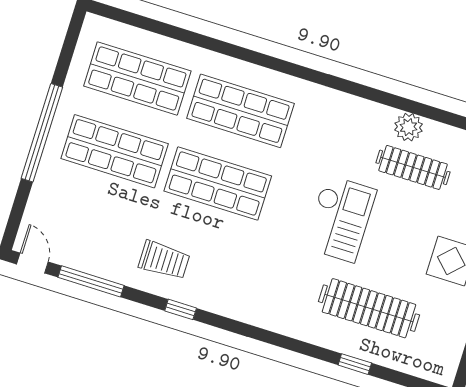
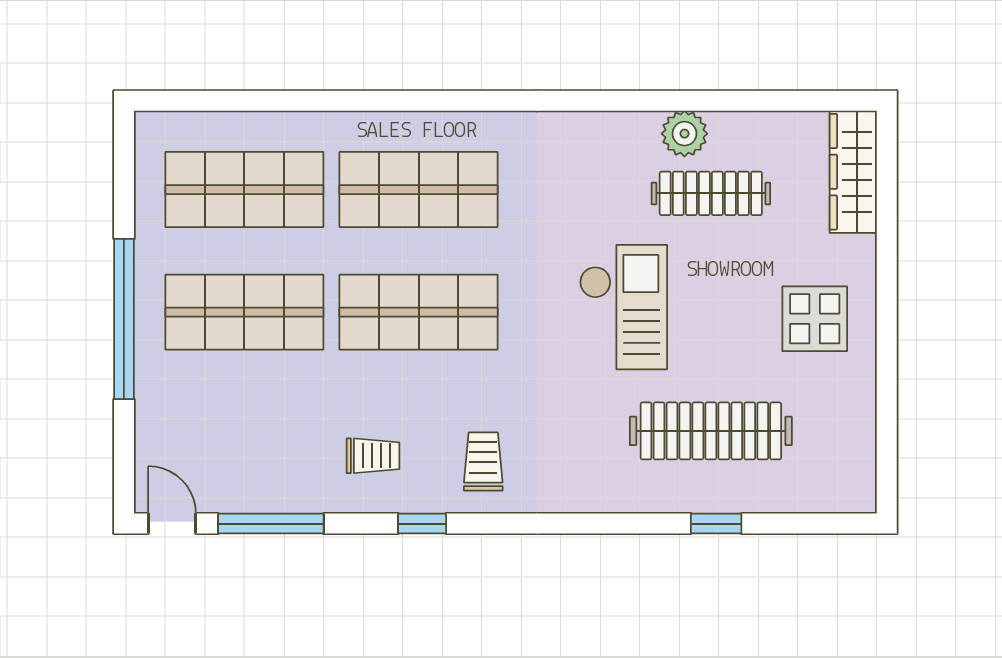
trolley: (164, 260) -> (373, 456), width x0.73, depth x0.72
trolley: (228, 284) -> (483, 462), added

